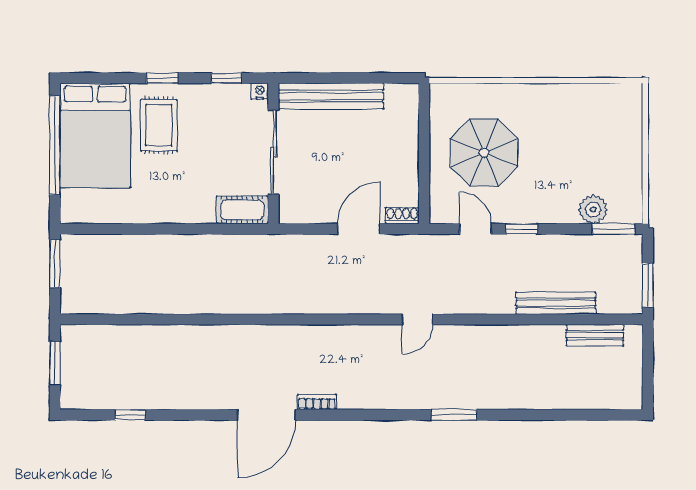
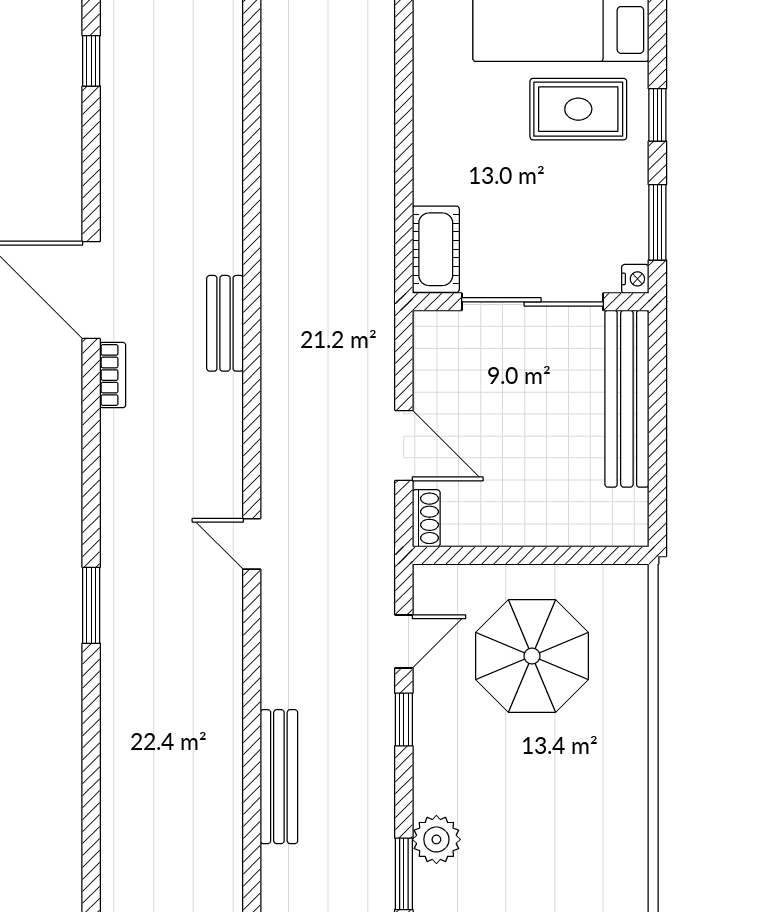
window: (226, 78) -> (657, 222), width x1.50
bench: (595, 335) -> (225, 323), moved

